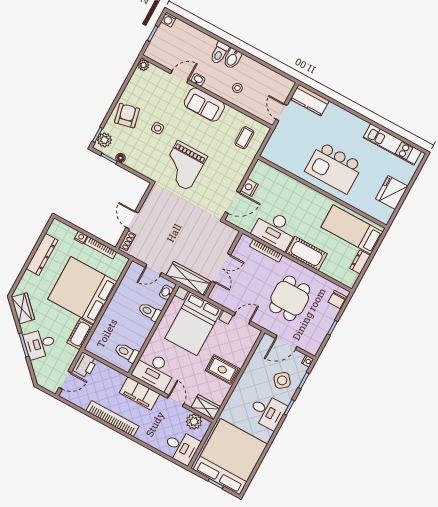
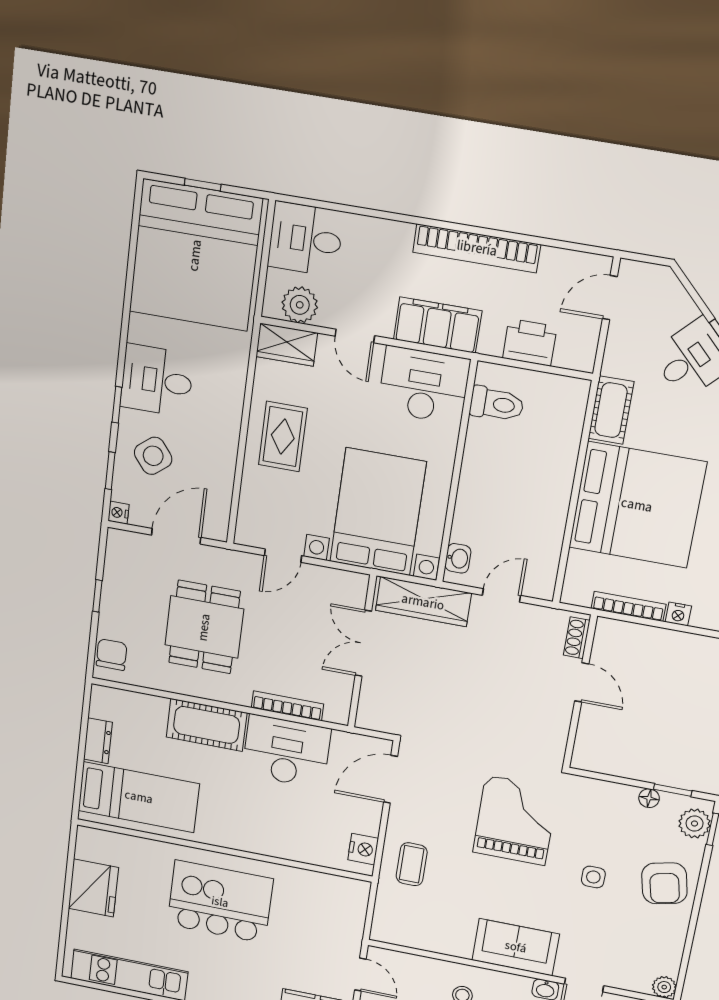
coffee table: (244, 138) -> (412, 864), moved
nightstand: (249, 187) -> (363, 849), moved
toilet: (150, 312) -> (478, 507), removed
printer: (85, 365) -> (530, 342), moved, turned 90
rug: (222, 370) -> (283, 437), turned 90

